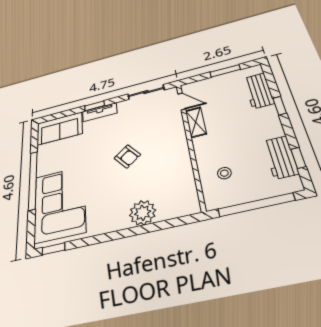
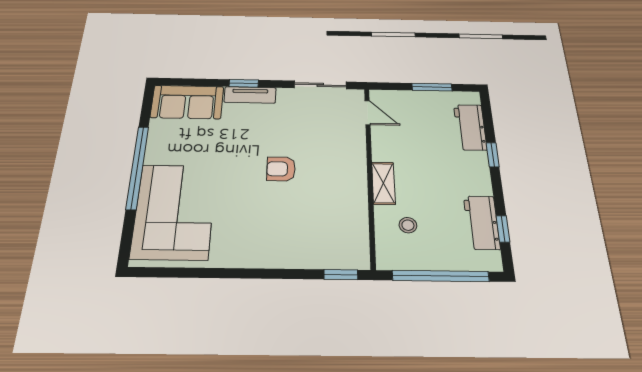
shelving: (196, 122) -> (383, 183), moved
armchair: (127, 156) -> (281, 169), turned 128
plant: (143, 213) -> (291, 252), removed
window: (54, 249) -> (341, 275), moved

